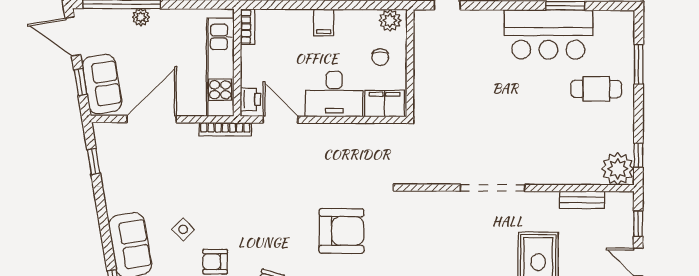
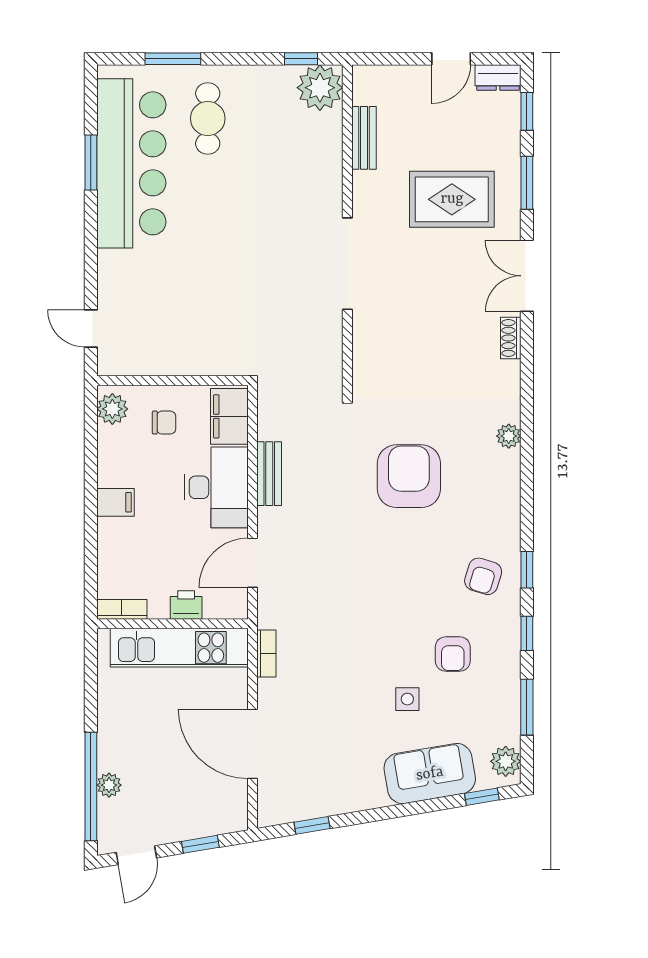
plant: (141, 17) -> (109, 785), moved
bar counter: (548, 34) -> (131, 163), width x1.36
door: (73, 36) -> (136, 855), width x0.73
sofa: (102, 84) -> (203, 814), removed
printer: (250, 99) -> (186, 605), moved
bookcase: (225, 129) -> (266, 653), width x0.64
bench: (344, 132) -> (269, 474), added
window: (638, 224) -> (397, 59), removed
side table: (183, 229) -> (407, 699), turned 45

